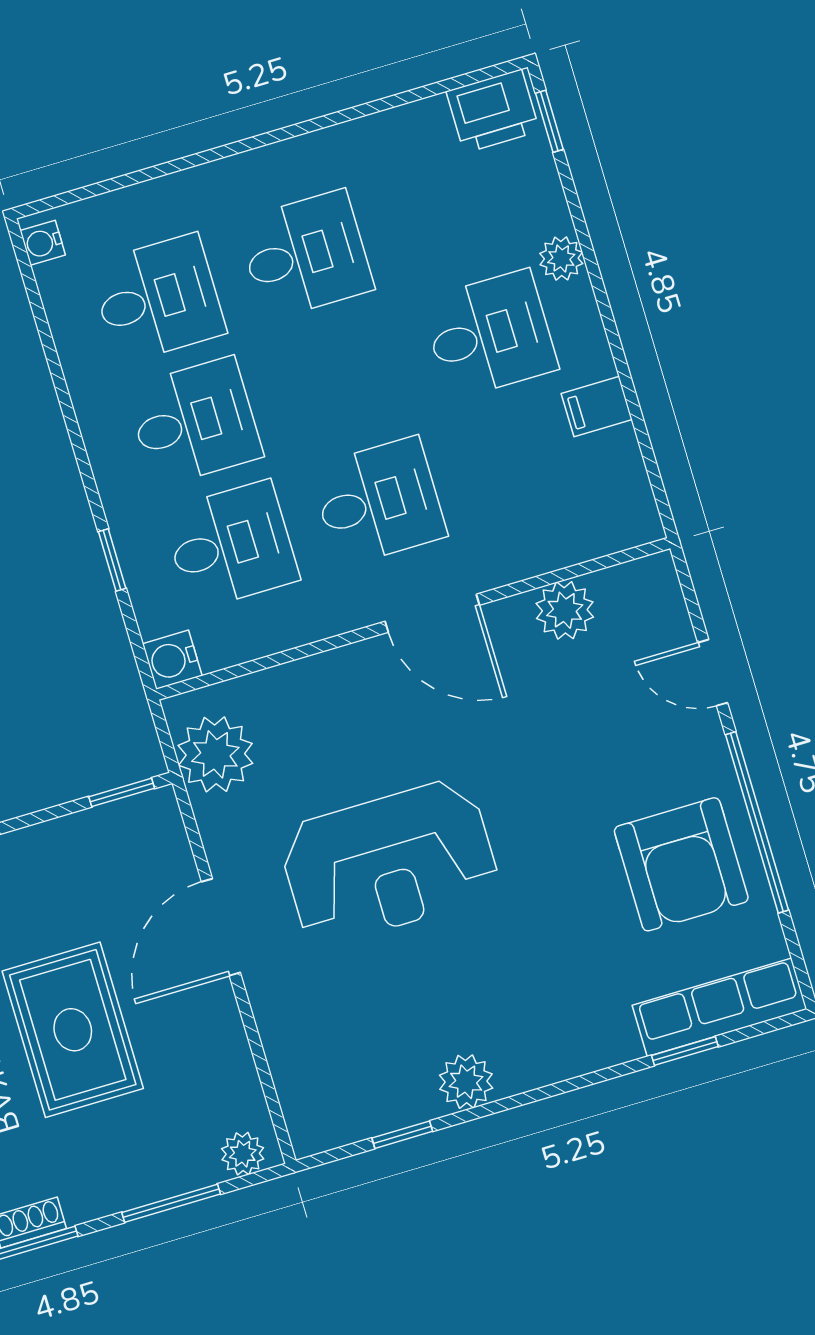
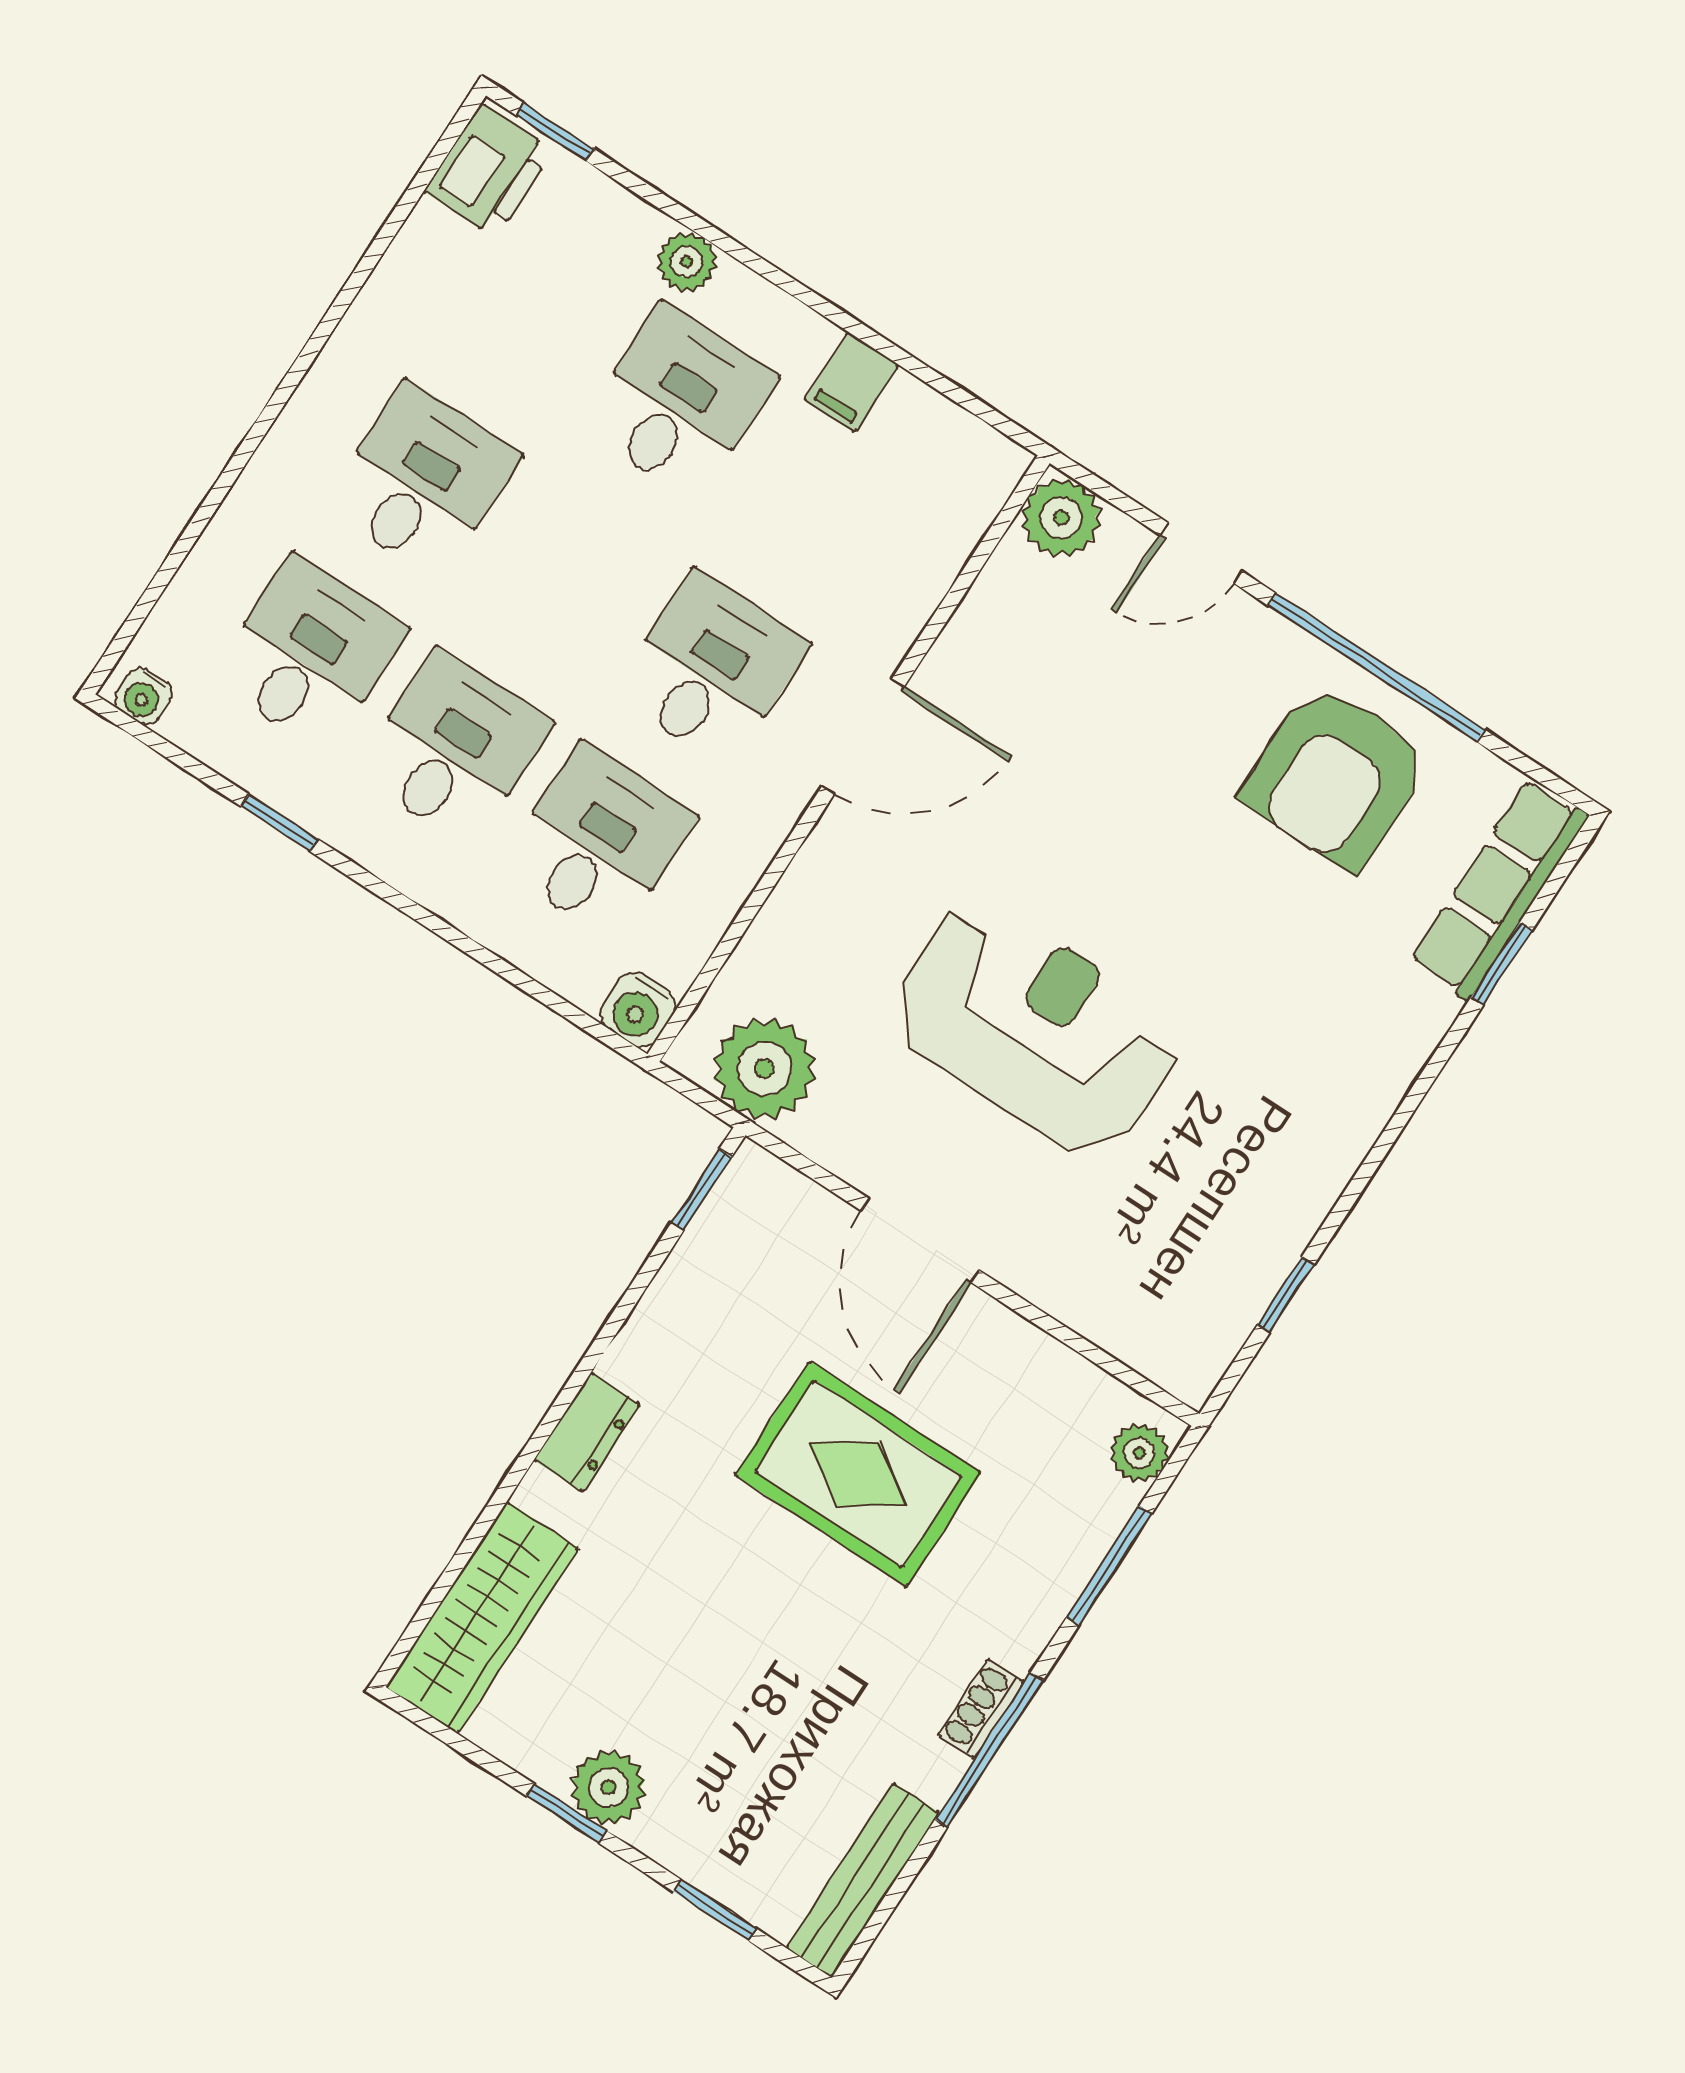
window: (112, 560) -> (280, 823), moved
plant: (565, 610) -> (1061, 518), moved
reception desk: (389, 862) -> (1035, 1028), turned -90
armchair: (681, 864) -> (1336, 776), turned 90
plant: (466, 1082) -> (1305, 1185), removed

